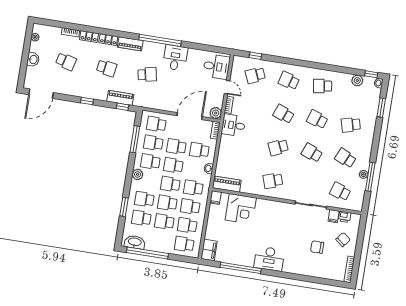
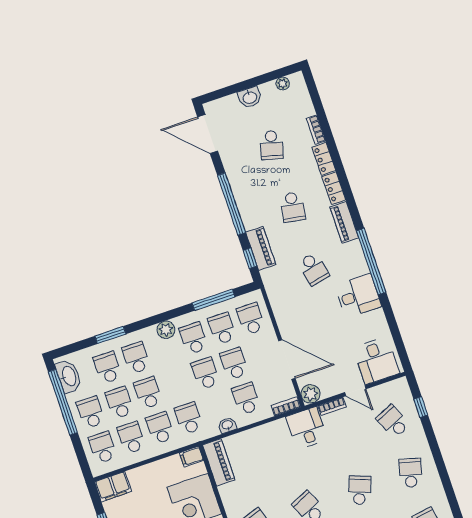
door: (227, 87) -> (355, 391), hinge flipped
window: (87, 101) -> (232, 204), width x3.17
school desk: (170, 184) -> (91, 412), moved

